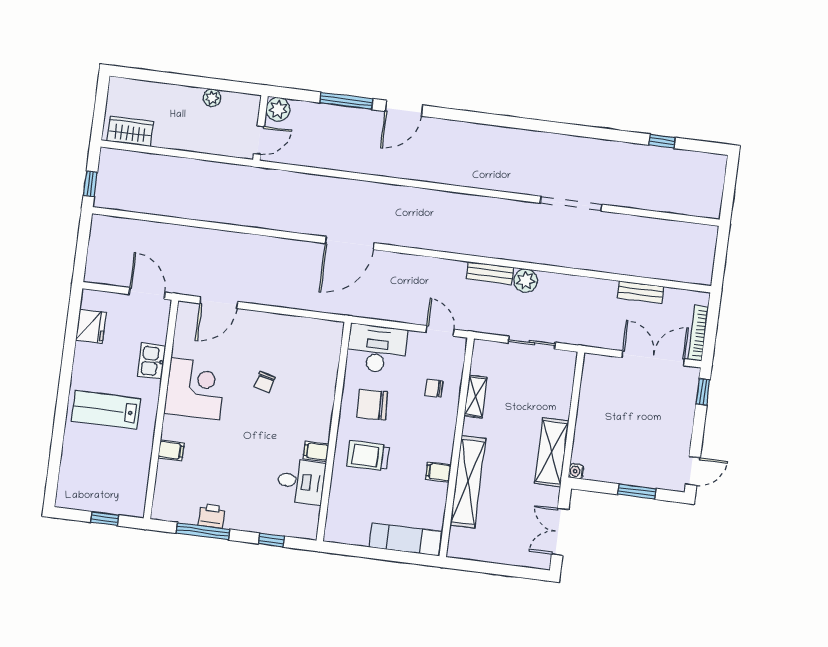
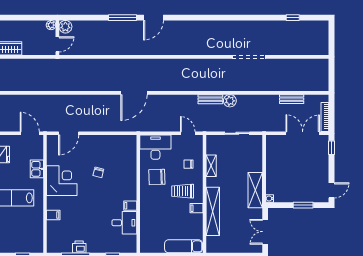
plant: (278, 109) -> (65, 27), moved
wall: (260, 128) -> (57, 38), moved
door: (259, 140) -> (57, 44), moved
trolley: (368, 456) -> (183, 191), moved

